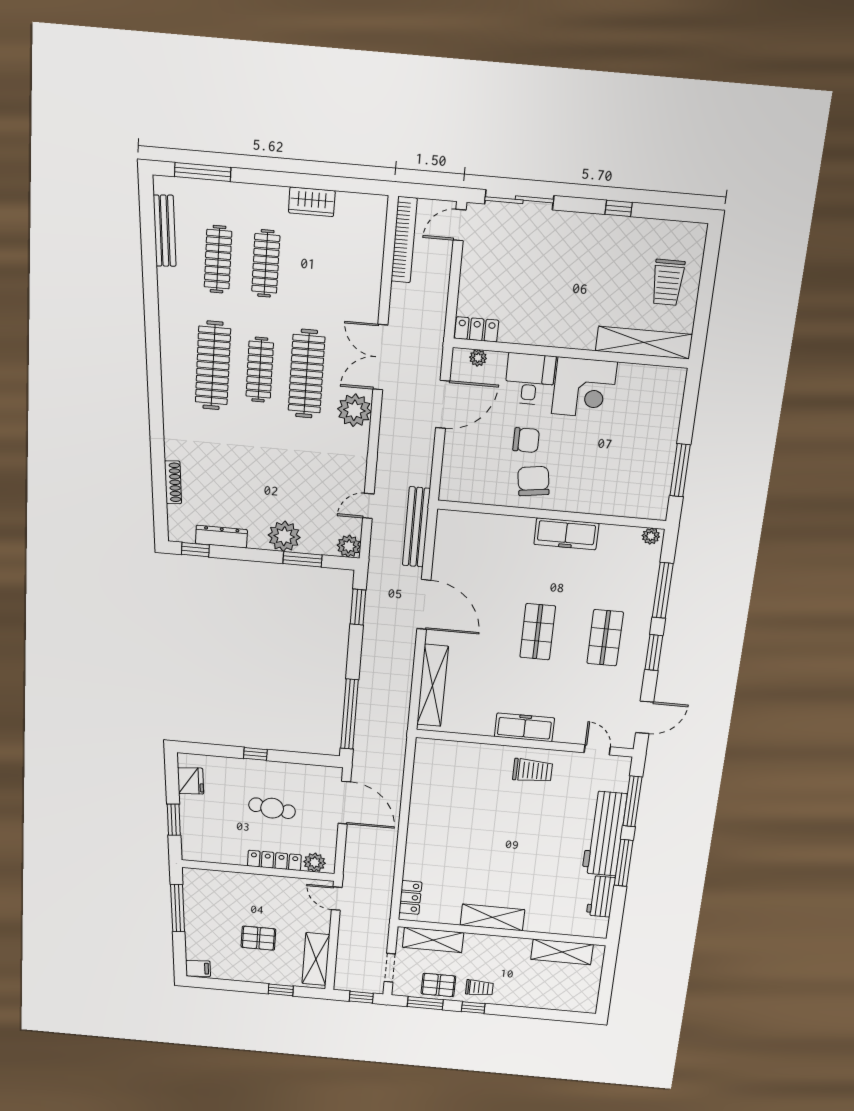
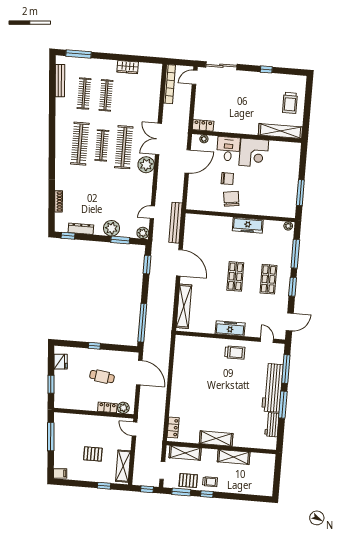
locker: (274, 860) -> (107, 407), width x0.66
shelving: (562, 952) -> (234, 457), moved

